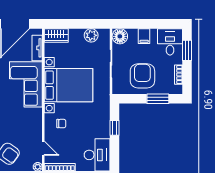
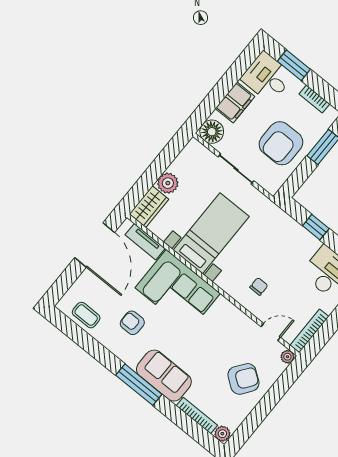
plant: (91, 35) -> (168, 183), moved
filing cabinet: (144, 36) -> (235, 103), width x2.00
armchair: (142, 76) -> (281, 143), turned -90
bed with nightstands: (69, 85) -> (211, 233), width x0.73

